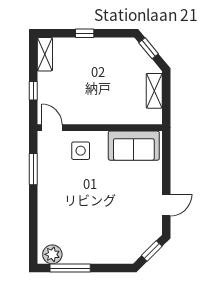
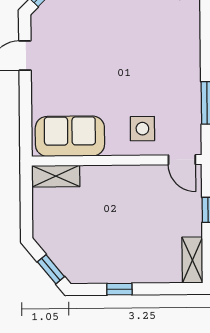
window: (85, 33) -> (119, 289), moved
shelving: (154, 91) -> (56, 176), moved, turned 90

